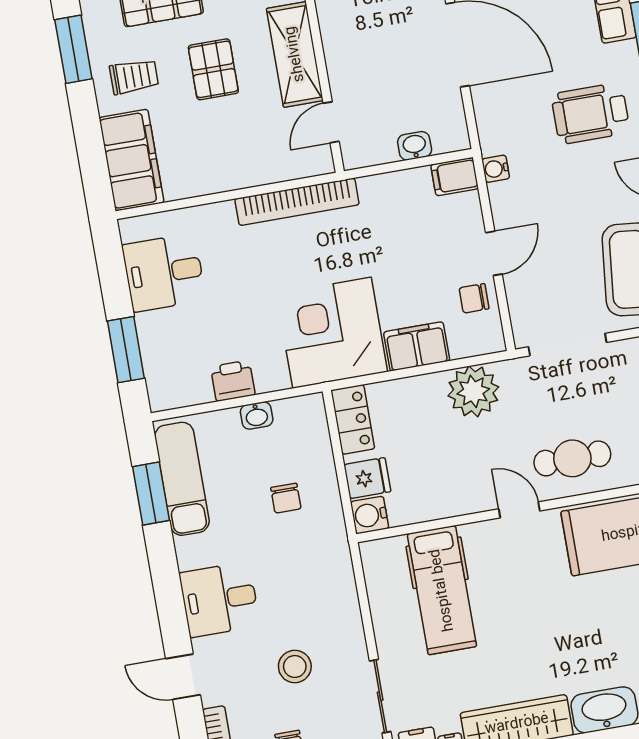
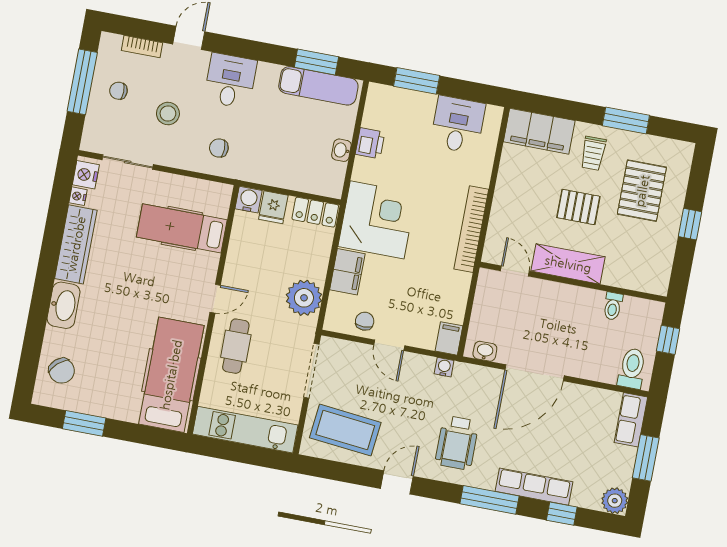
wheelchair: (590, 113) -> (457, 443), turned 180
washbasin: (415, 146) -> (485, 351), moved, turned -90
chair: (286, 498) -> (219, 148), moved

